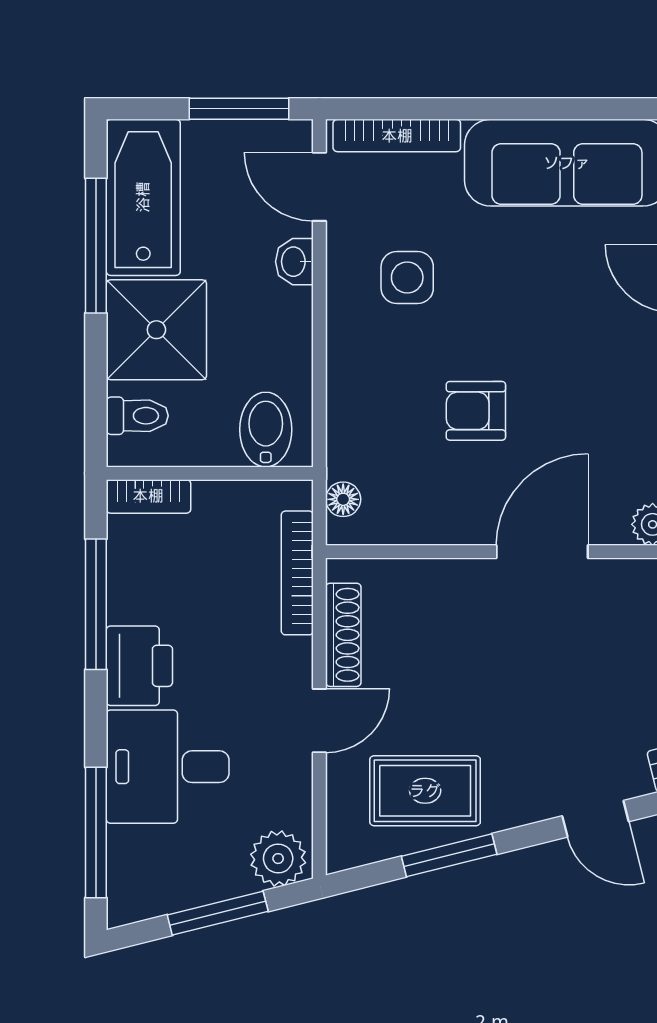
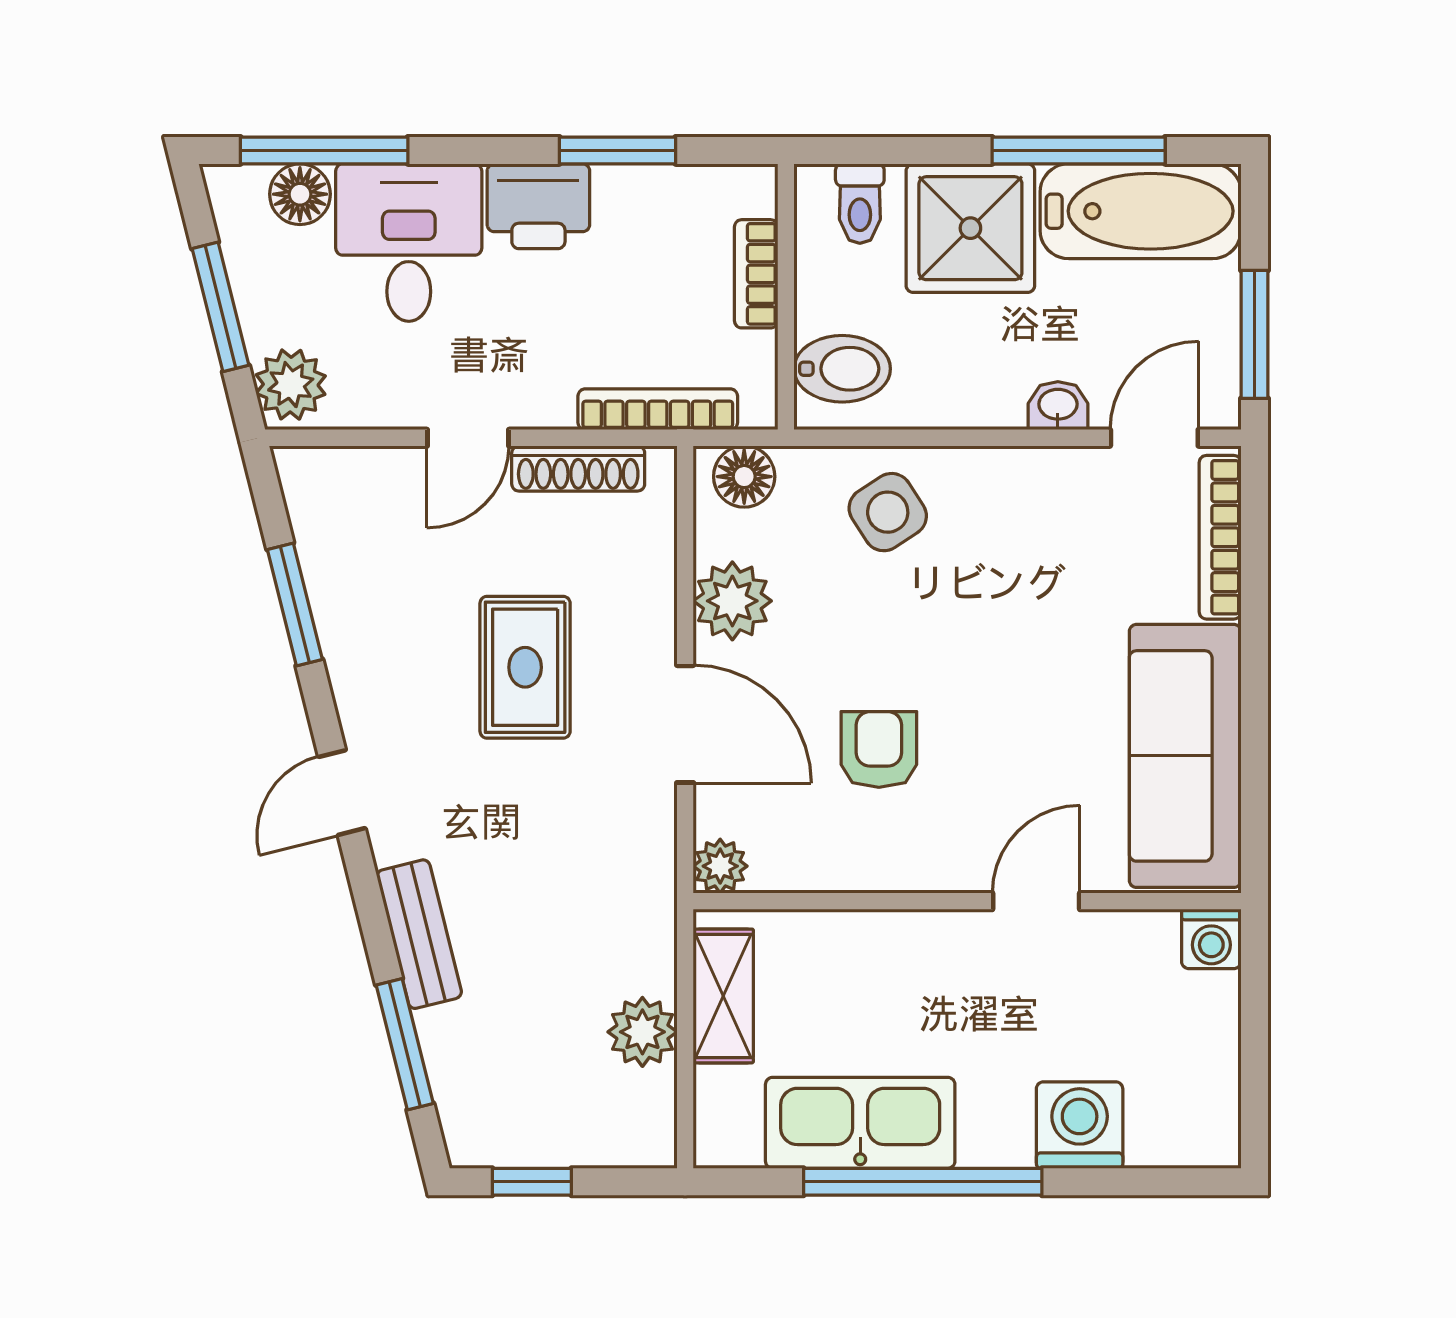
side table: (407, 277) -> (888, 512), moved, turned -33
armchair: (476, 411) -> (879, 749), moved
bookcase: (148, 496) -> (756, 274), moved
floor lamp: (343, 499) -> (744, 477), width x1.37, depth x1.37
plant: (446, 515) -> (732, 601), added
window: (96, 604) -> (617, 150), width x0.69
door: (319, 721) -> (468, 438), hinge flipped
rug: (425, 791) -> (525, 667), moved
floor lamp: (130, 851) -> (300, 194), added

